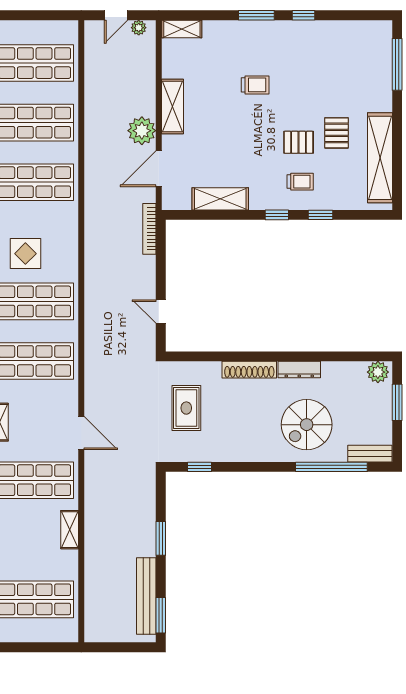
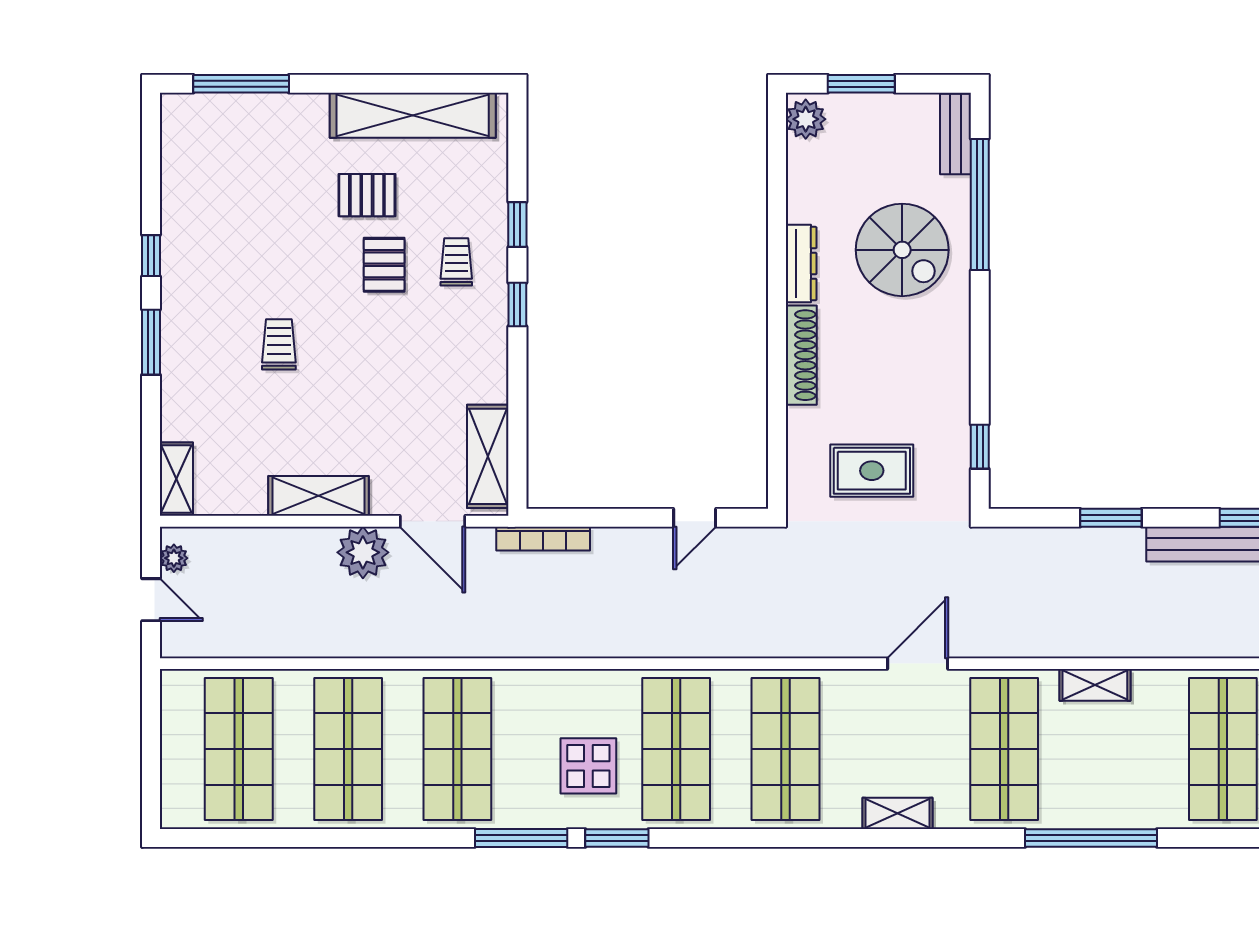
shelving: (220, 199) -> (488, 456), moved

